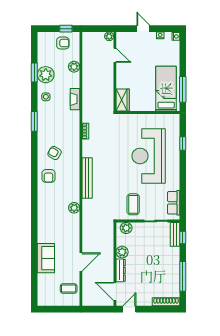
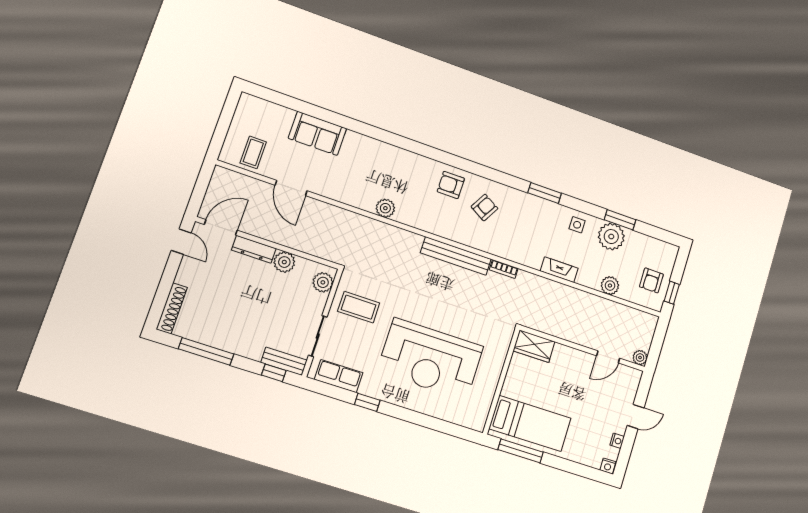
window: (183, 143) -> (367, 402), moved
reception desk: (149, 156) -> (430, 359), turned 180
bench: (87, 178) -> (456, 256), moved

